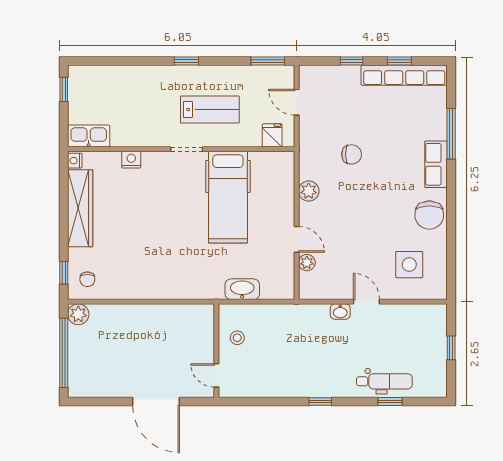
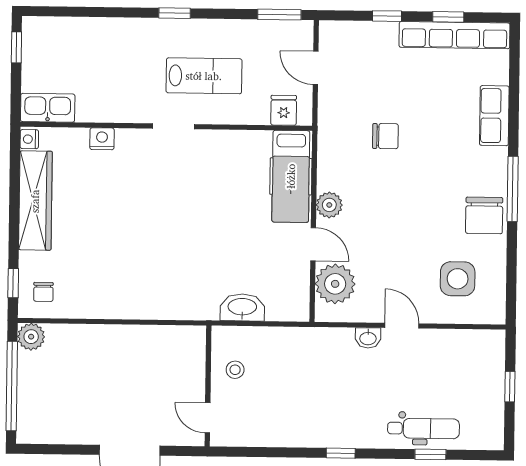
window: (451, 134) -> (513, 189), moved
row of seats: (436, 164) -> (494, 116), moved
plant: (309, 191) -> (329, 205), moved
hospital bed: (228, 197) -> (291, 176), moved, width x0.73, depth x0.78
plant: (307, 263) -> (335, 284), width x1.87, depth x1.87

